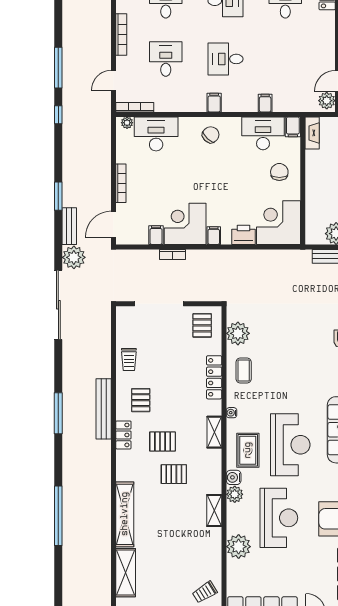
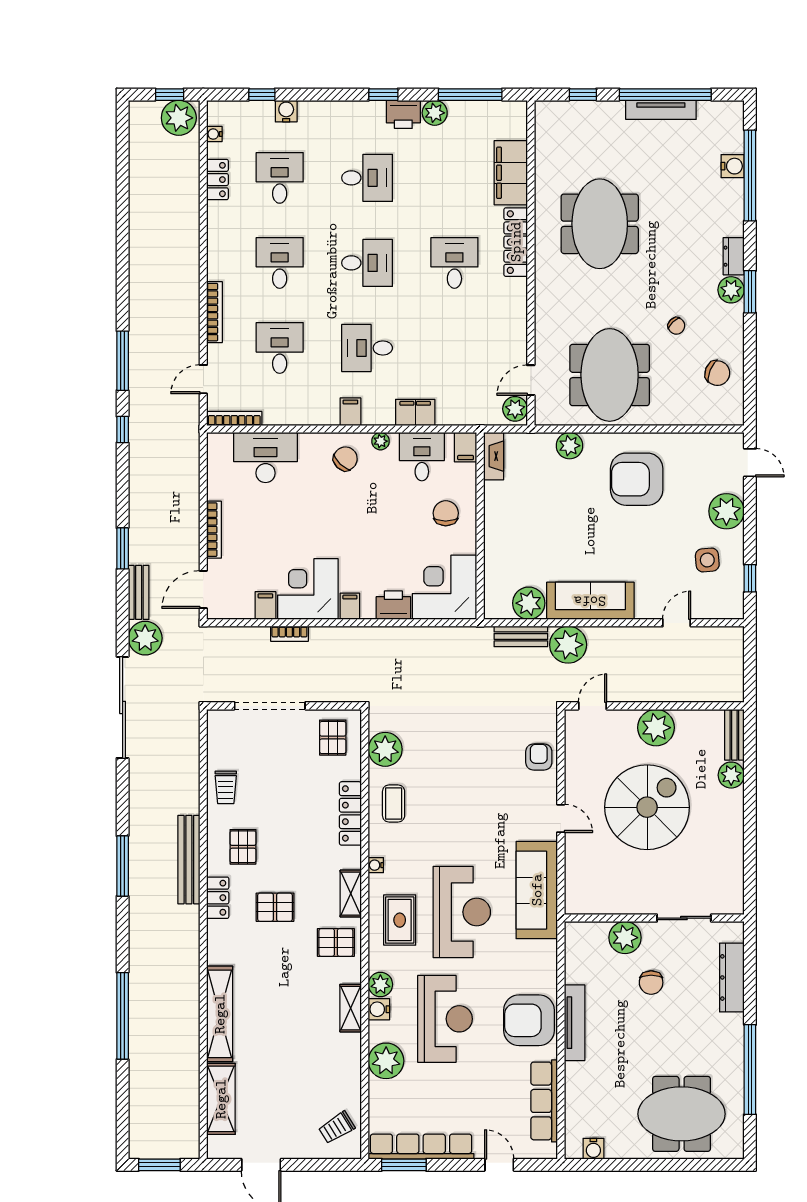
filing cabinet: (265, 103) -> (415, 412), width x2.00
plant: (127, 123) -> (381, 441), moved
desk: (263, 133) -> (422, 457), width x0.73
pallet: (174, 474) -> (336, 942), moved
water cooler: (234, 477) -> (379, 1009), moved

